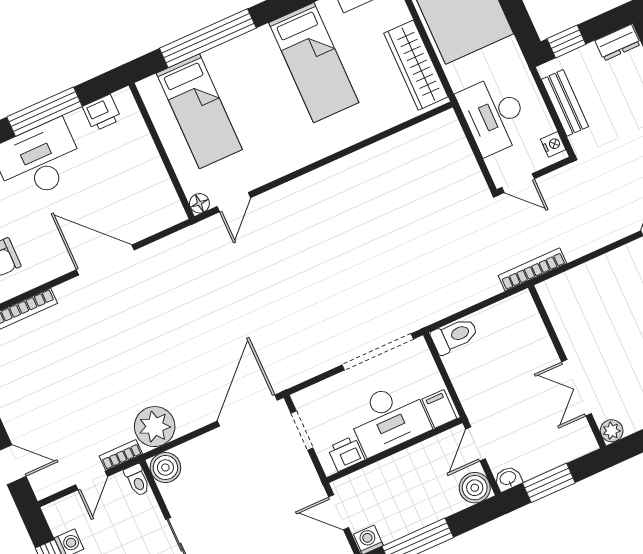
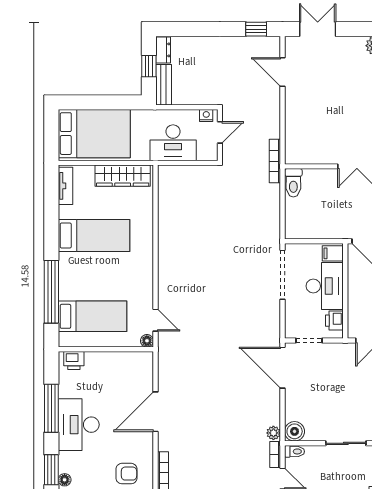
window: (566, 42) -> (149, 66), moved
bench: (565, 103) -> (164, 85), moved, turned 90
printer: (102, 113) -> (74, 360), moved, turned 90
door: (518, 183) -> (220, 132), moved
toilet: (454, 336) -> (293, 183), moved, turned 180
plant: (155, 427) -> (273, 433), width x0.53, depth x0.53

